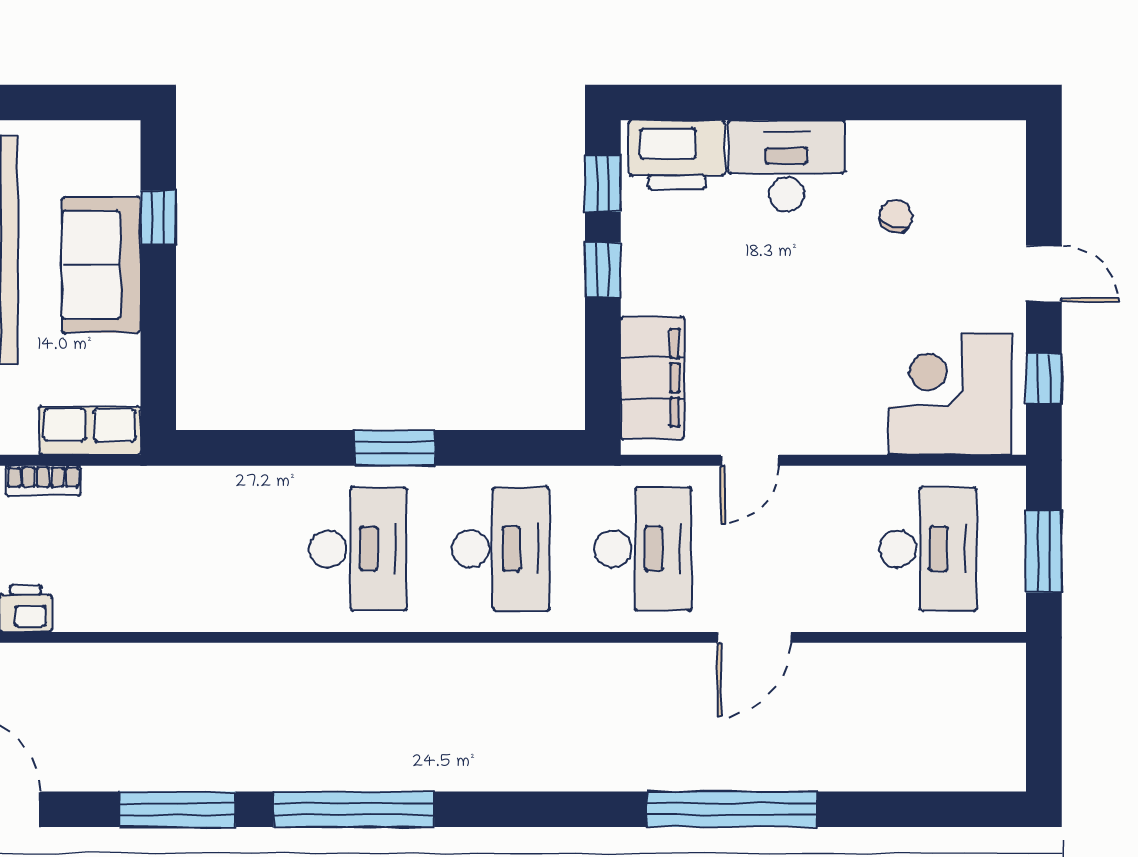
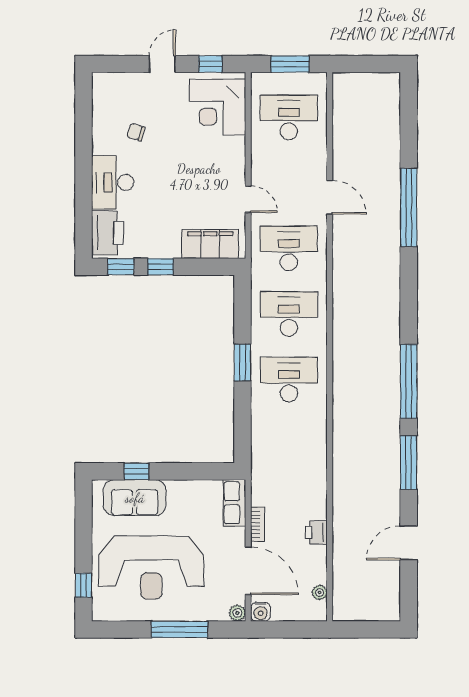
sofa: (101, 265) -> (135, 498), moved

